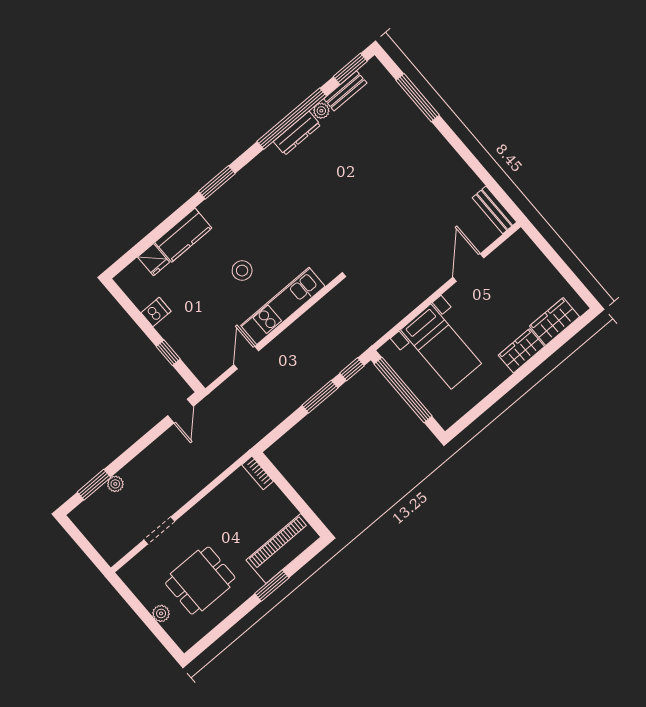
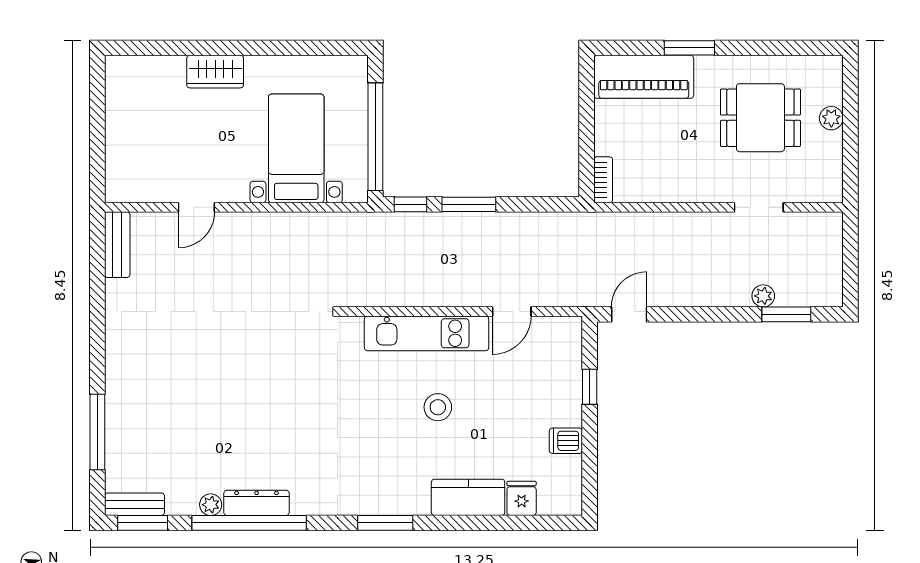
bench: (345, 91) -> (134, 504), moved
door: (468, 268) -> (196, 207), width x0.73
wardrobe: (555, 321) -> (154, 73), removed

